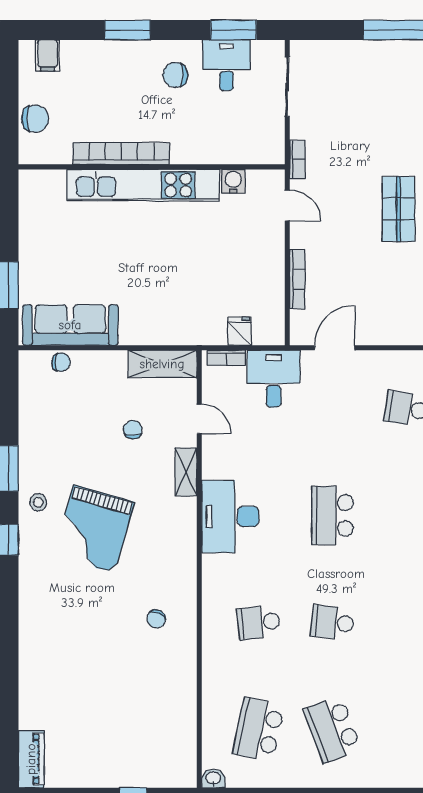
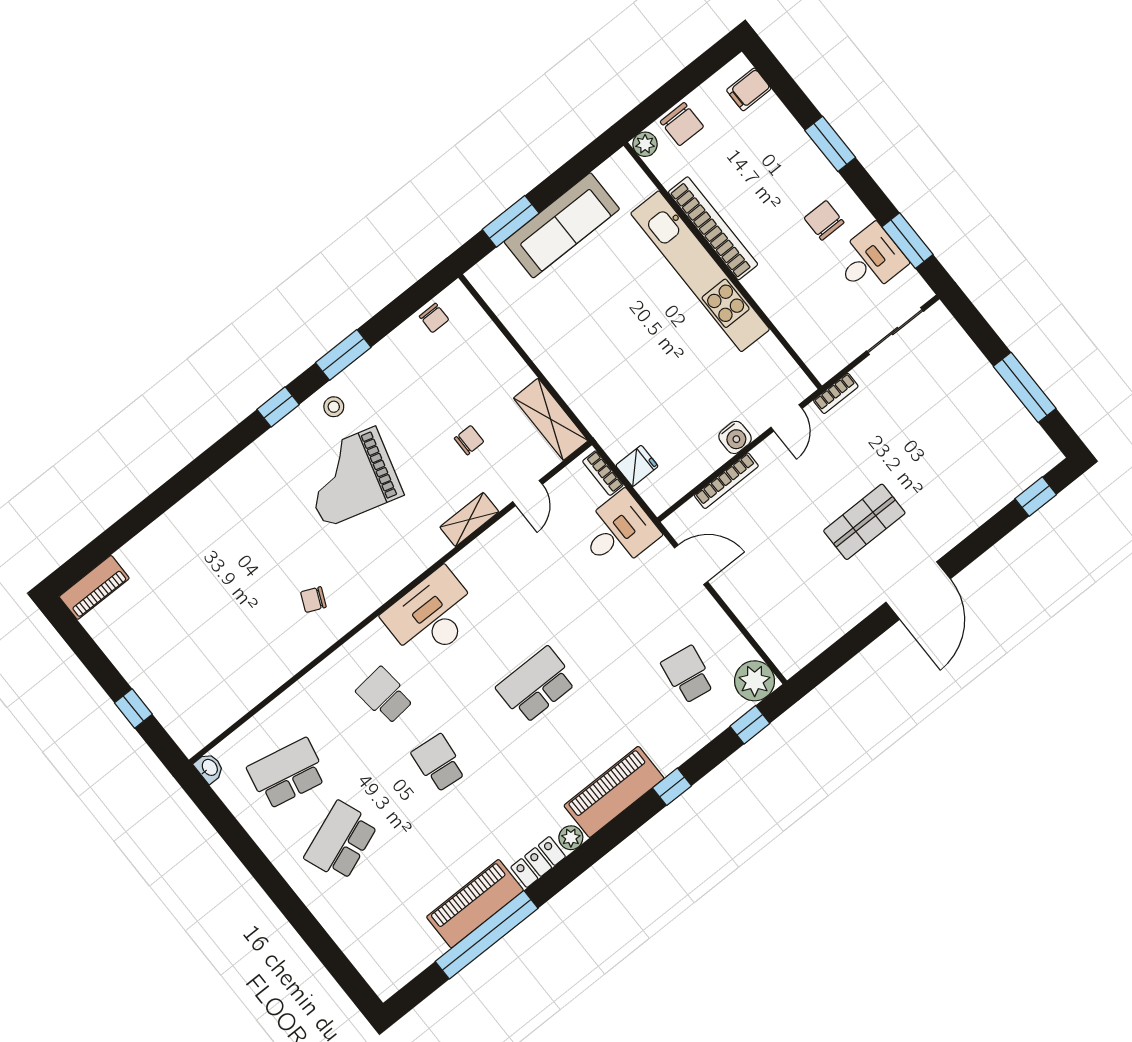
plant: (29, 154) -> (645, 144), added
water cooler: (233, 181) -> (735, 437), moved, turned 90
sofa: (70, 325) -> (562, 225), moved, turned 90
chair: (61, 362) -> (434, 318), moved
desk: (230, 516) -> (432, 616), moved

